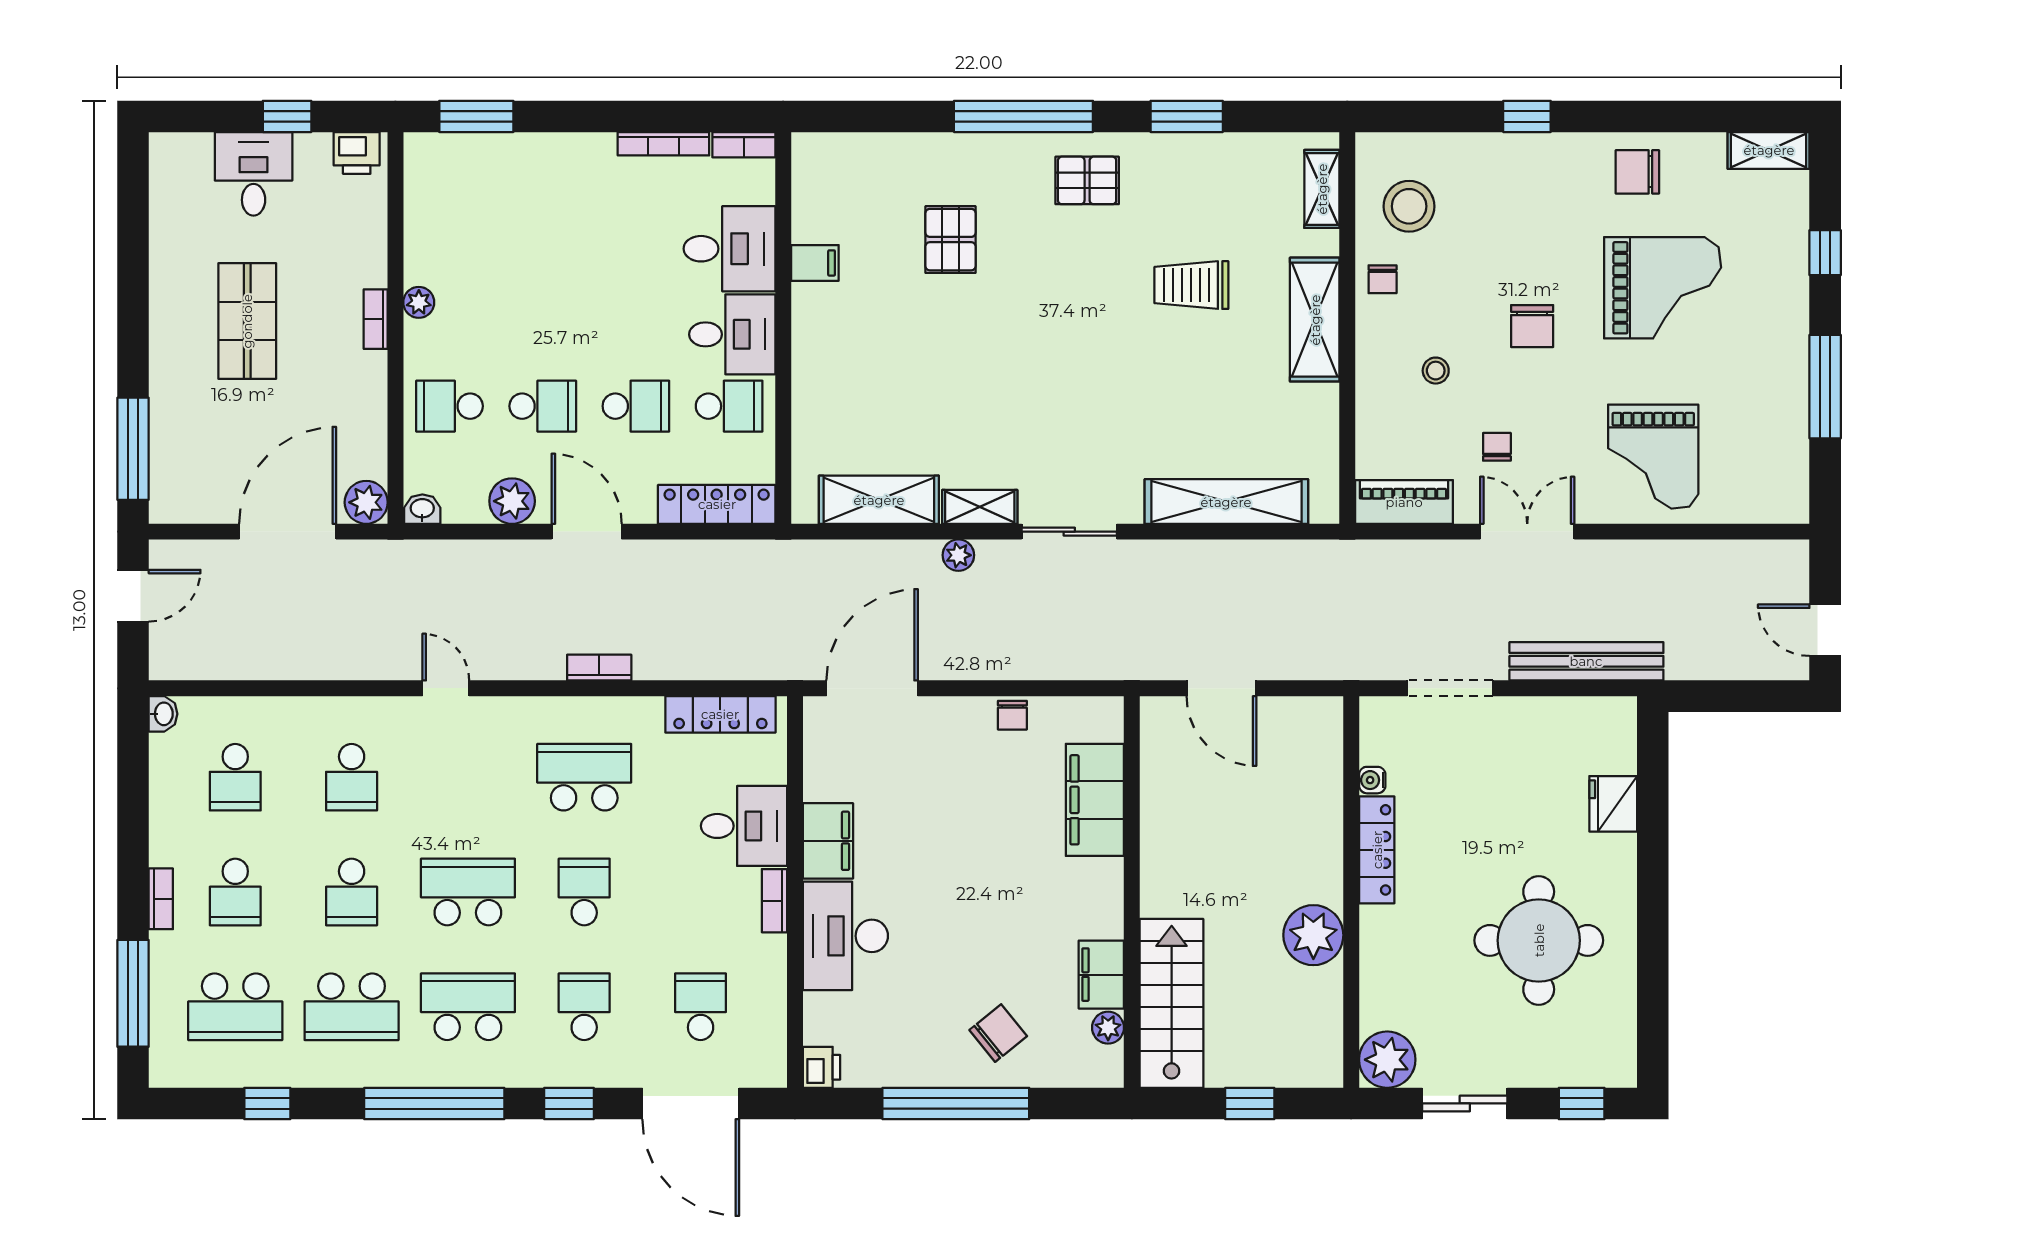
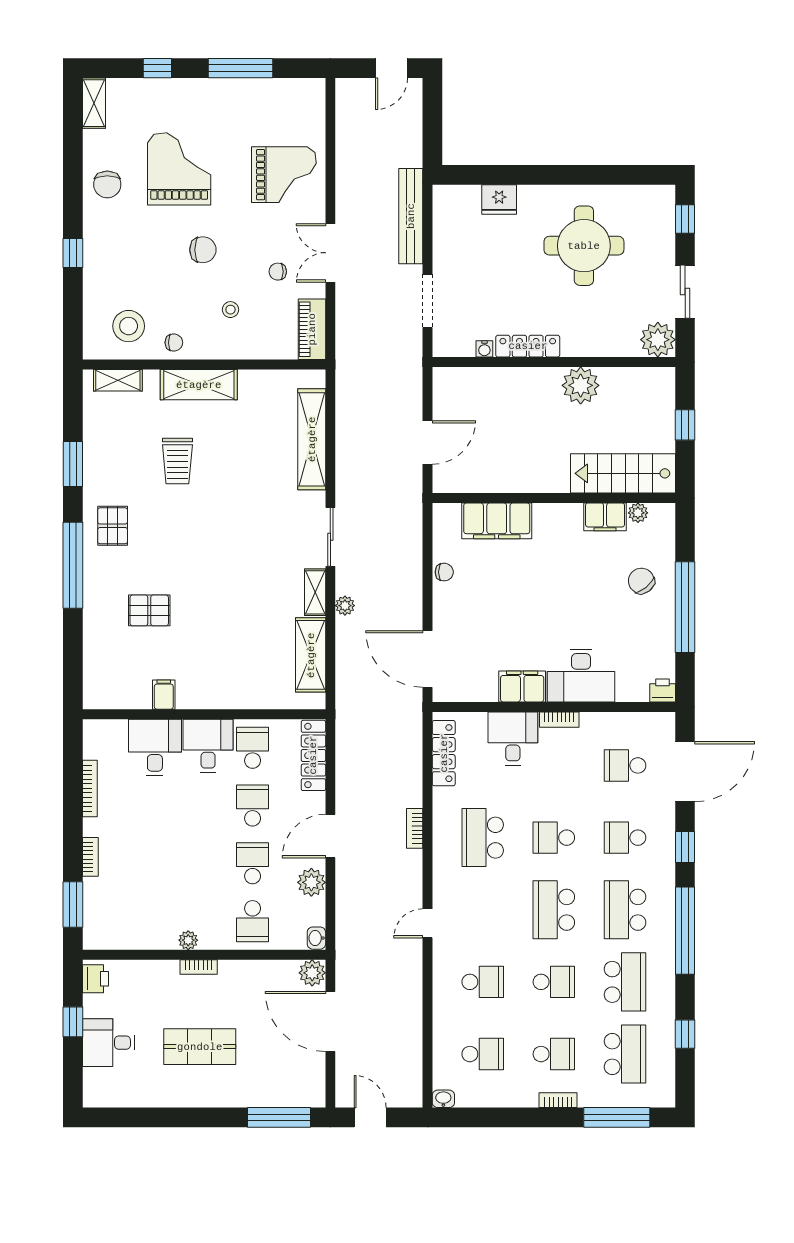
bookcase: (744, 145) -> (90, 857), moved

